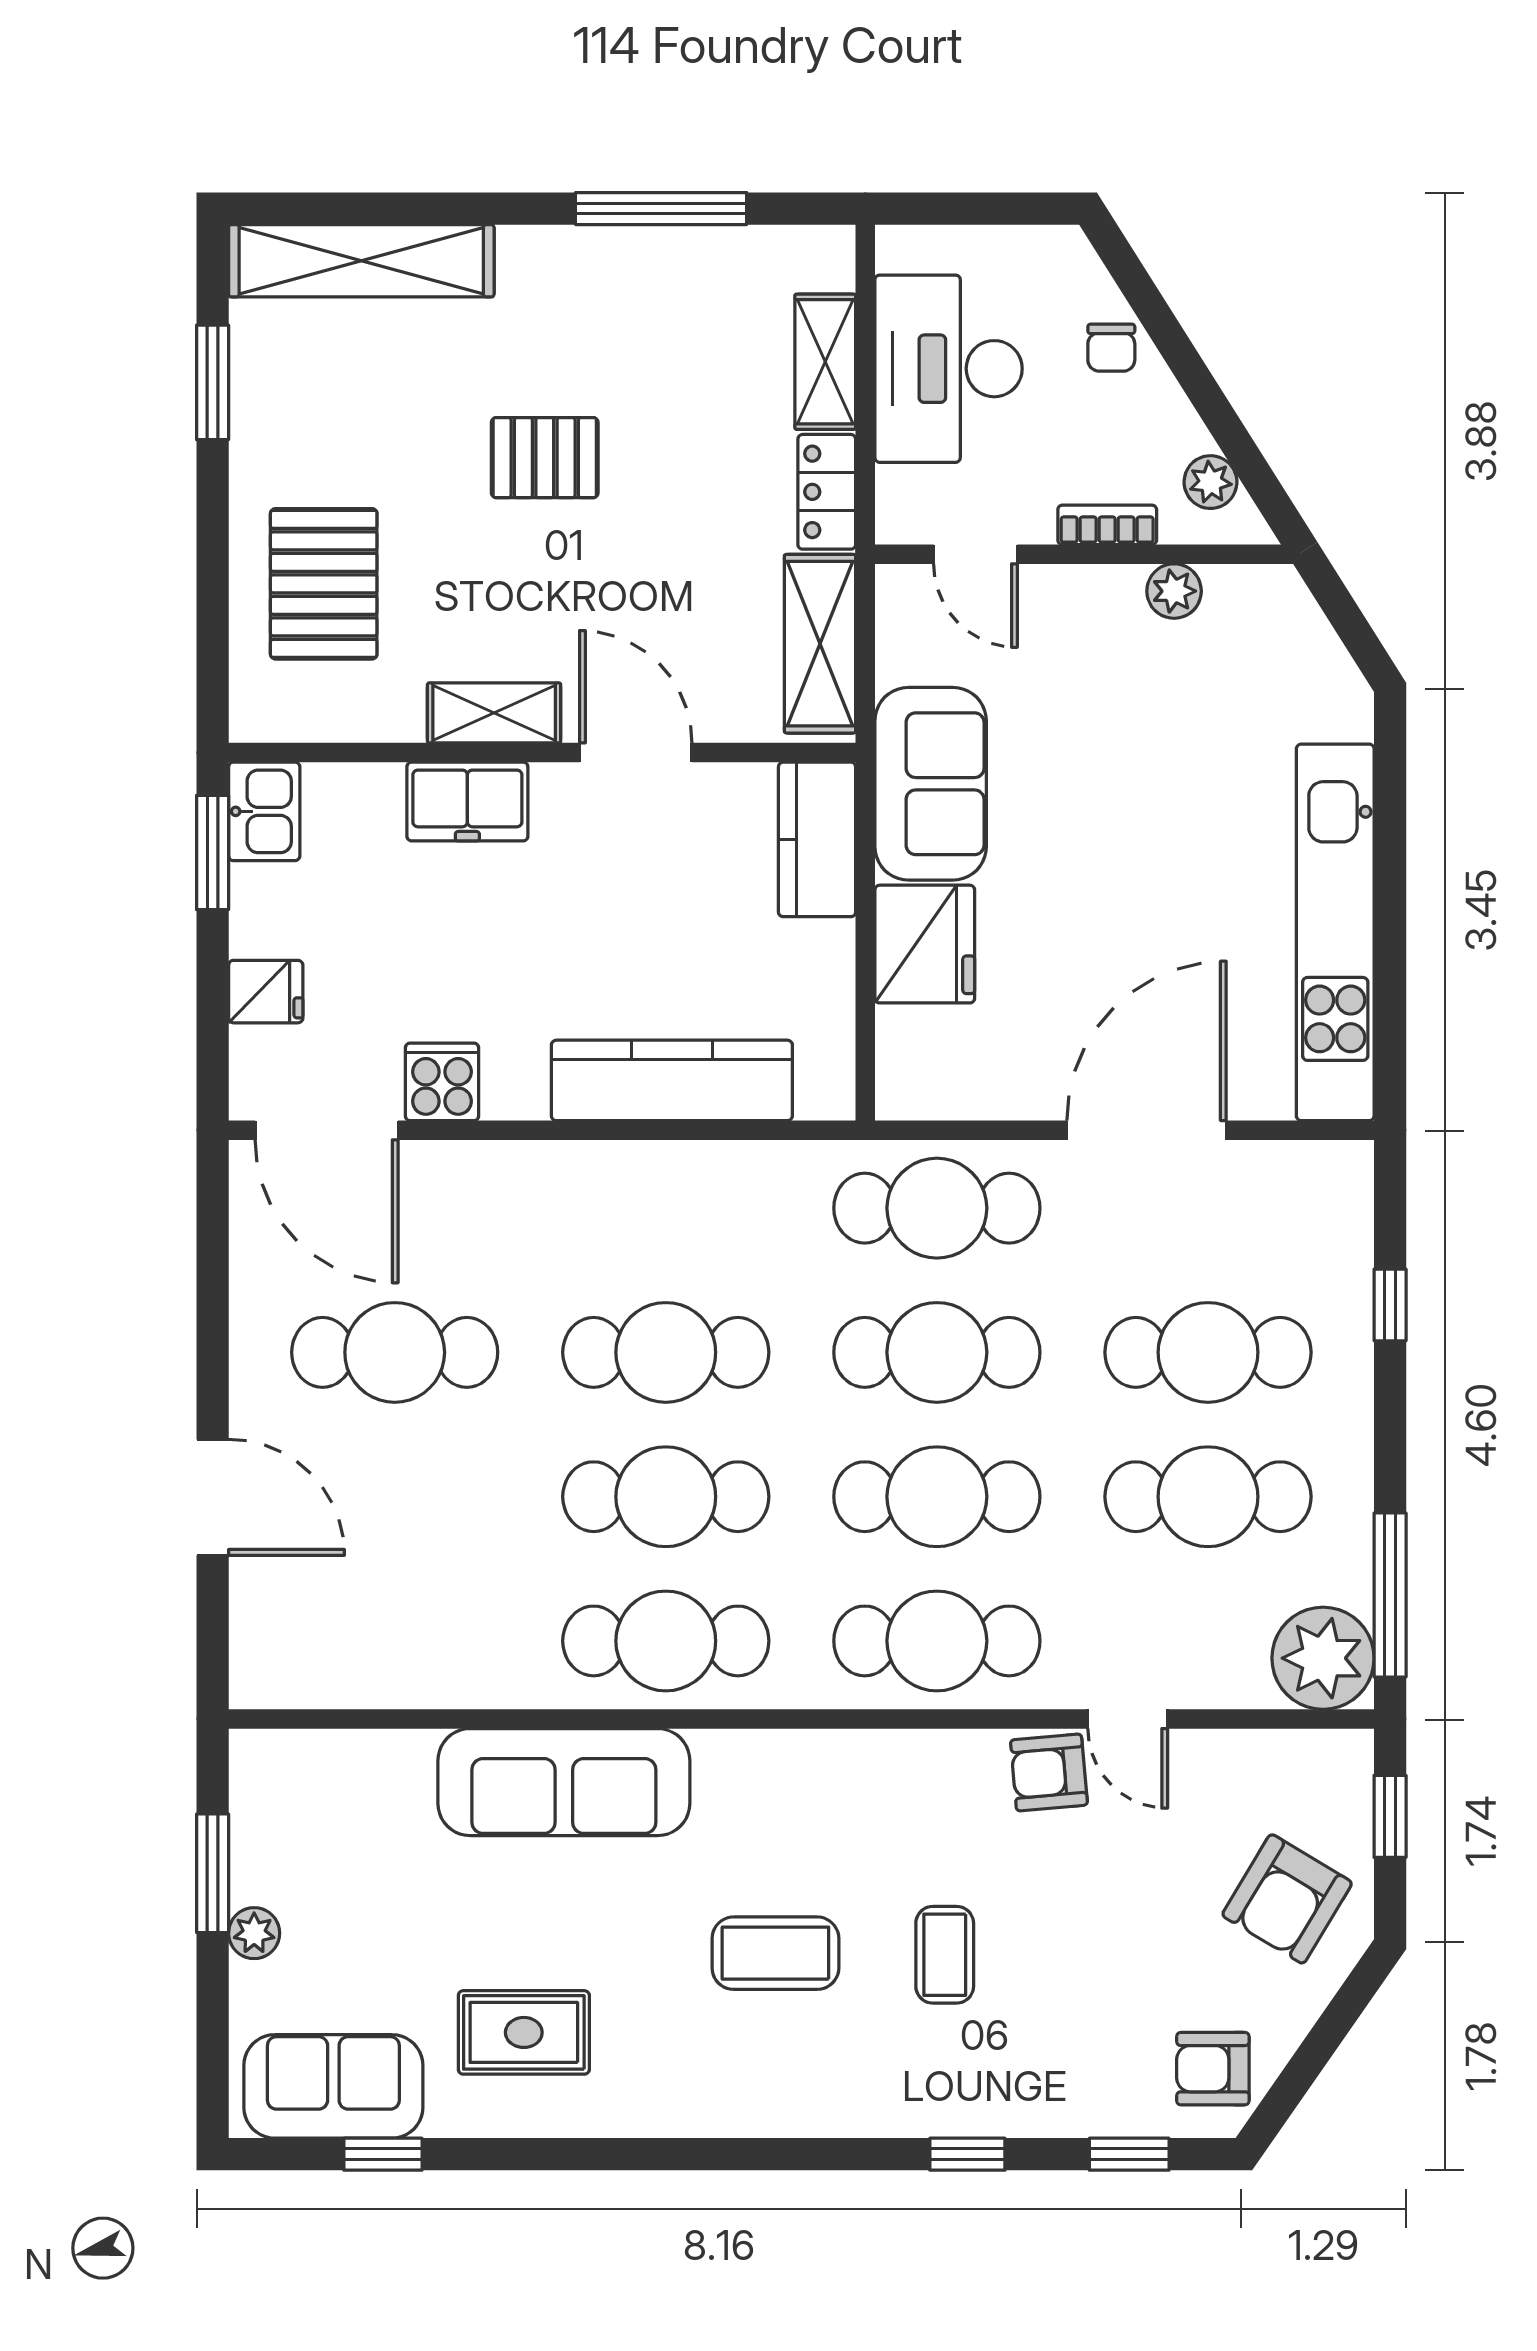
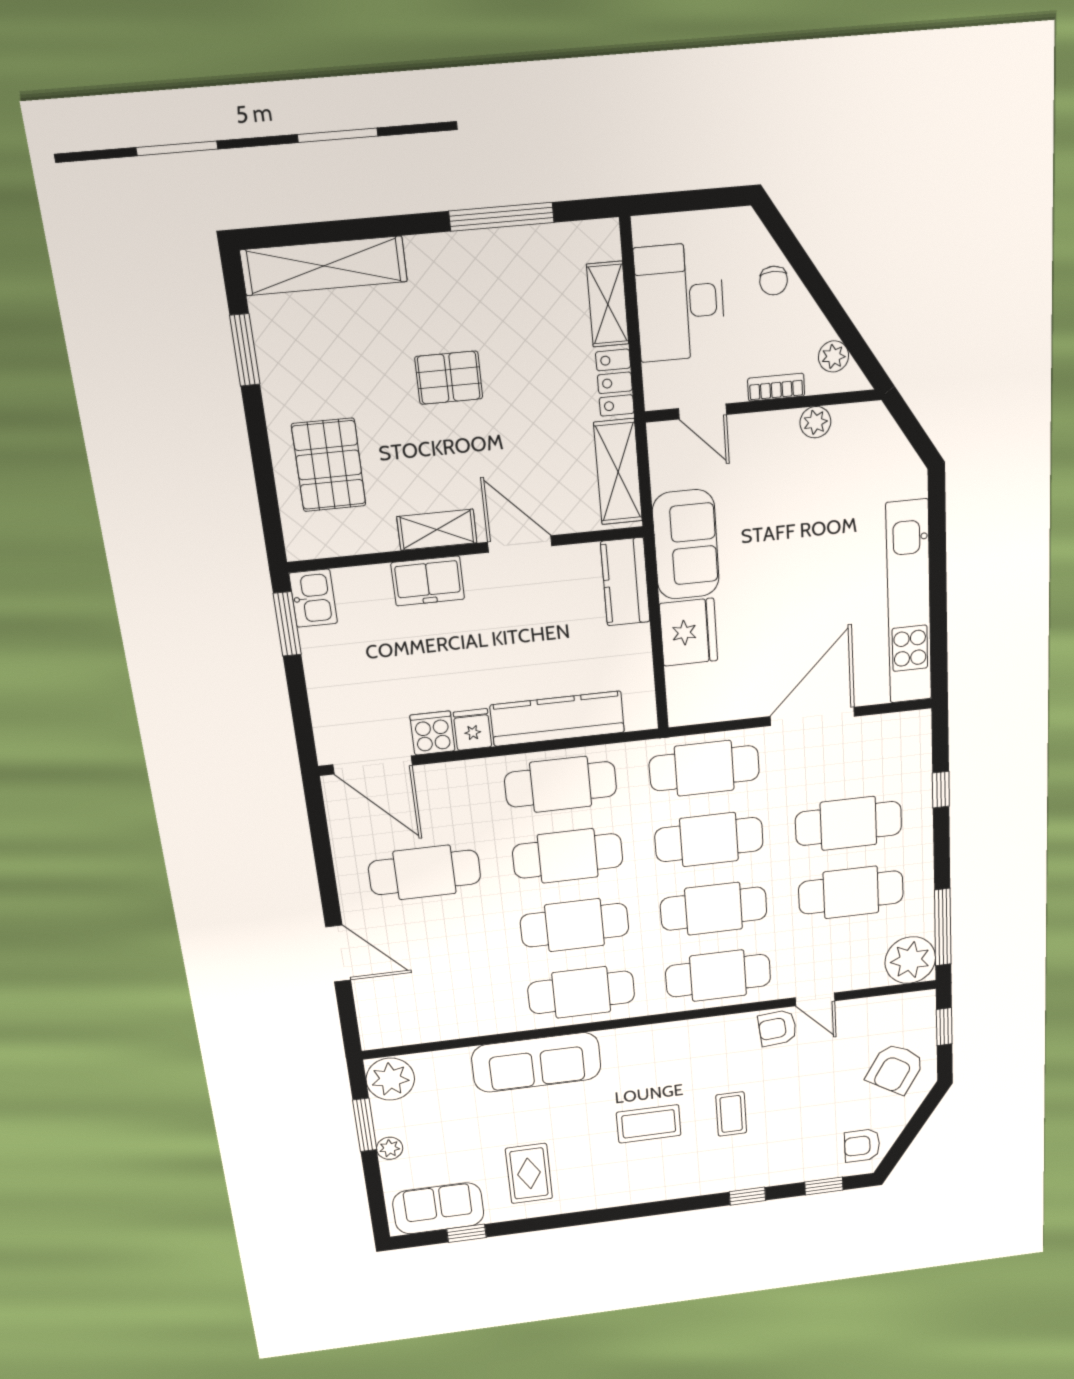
fridge: (266, 992) -> (472, 729), moved, turned -90
cafe table: (666, 1208) -> (561, 784), added
plant: (275, 1779) -> (390, 1079), added
rug: (524, 2032) -> (529, 1173), turned 90

